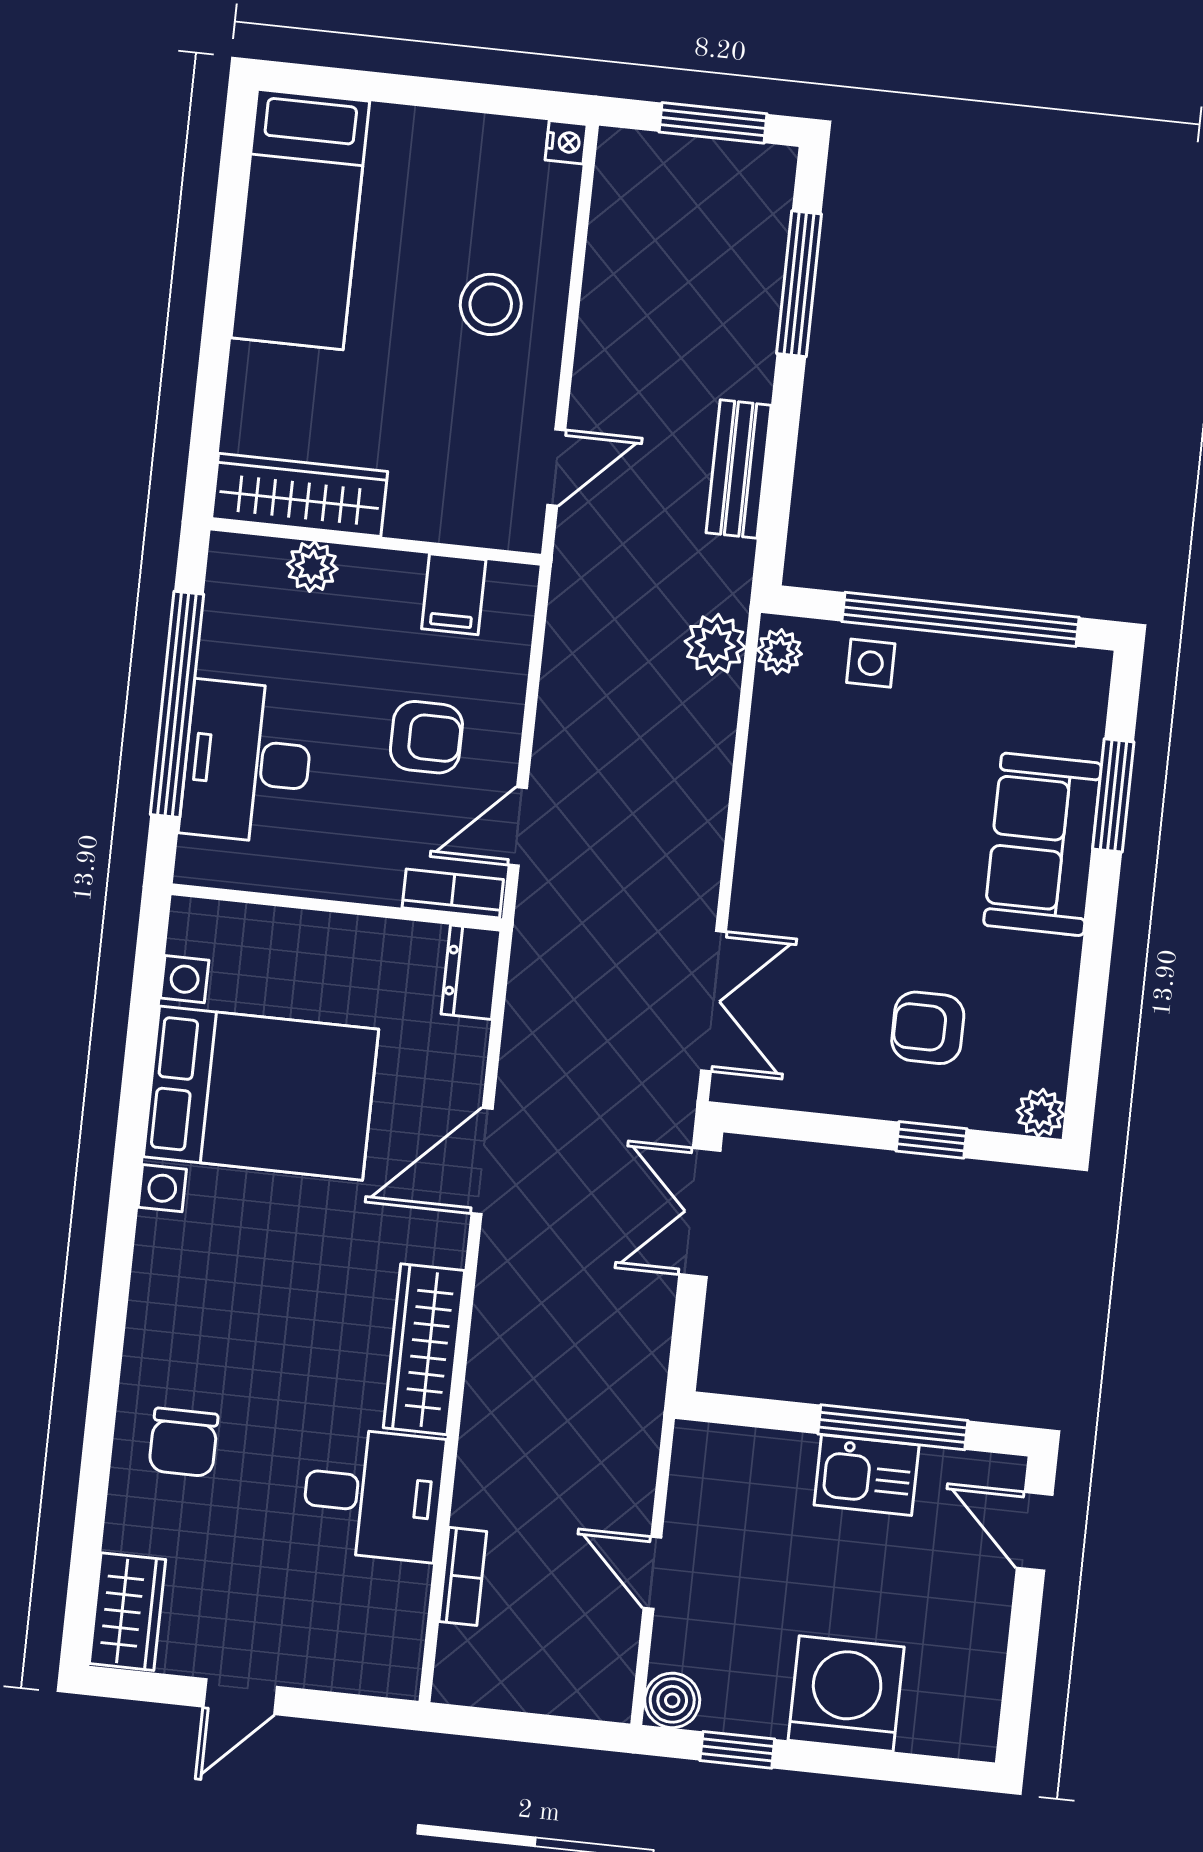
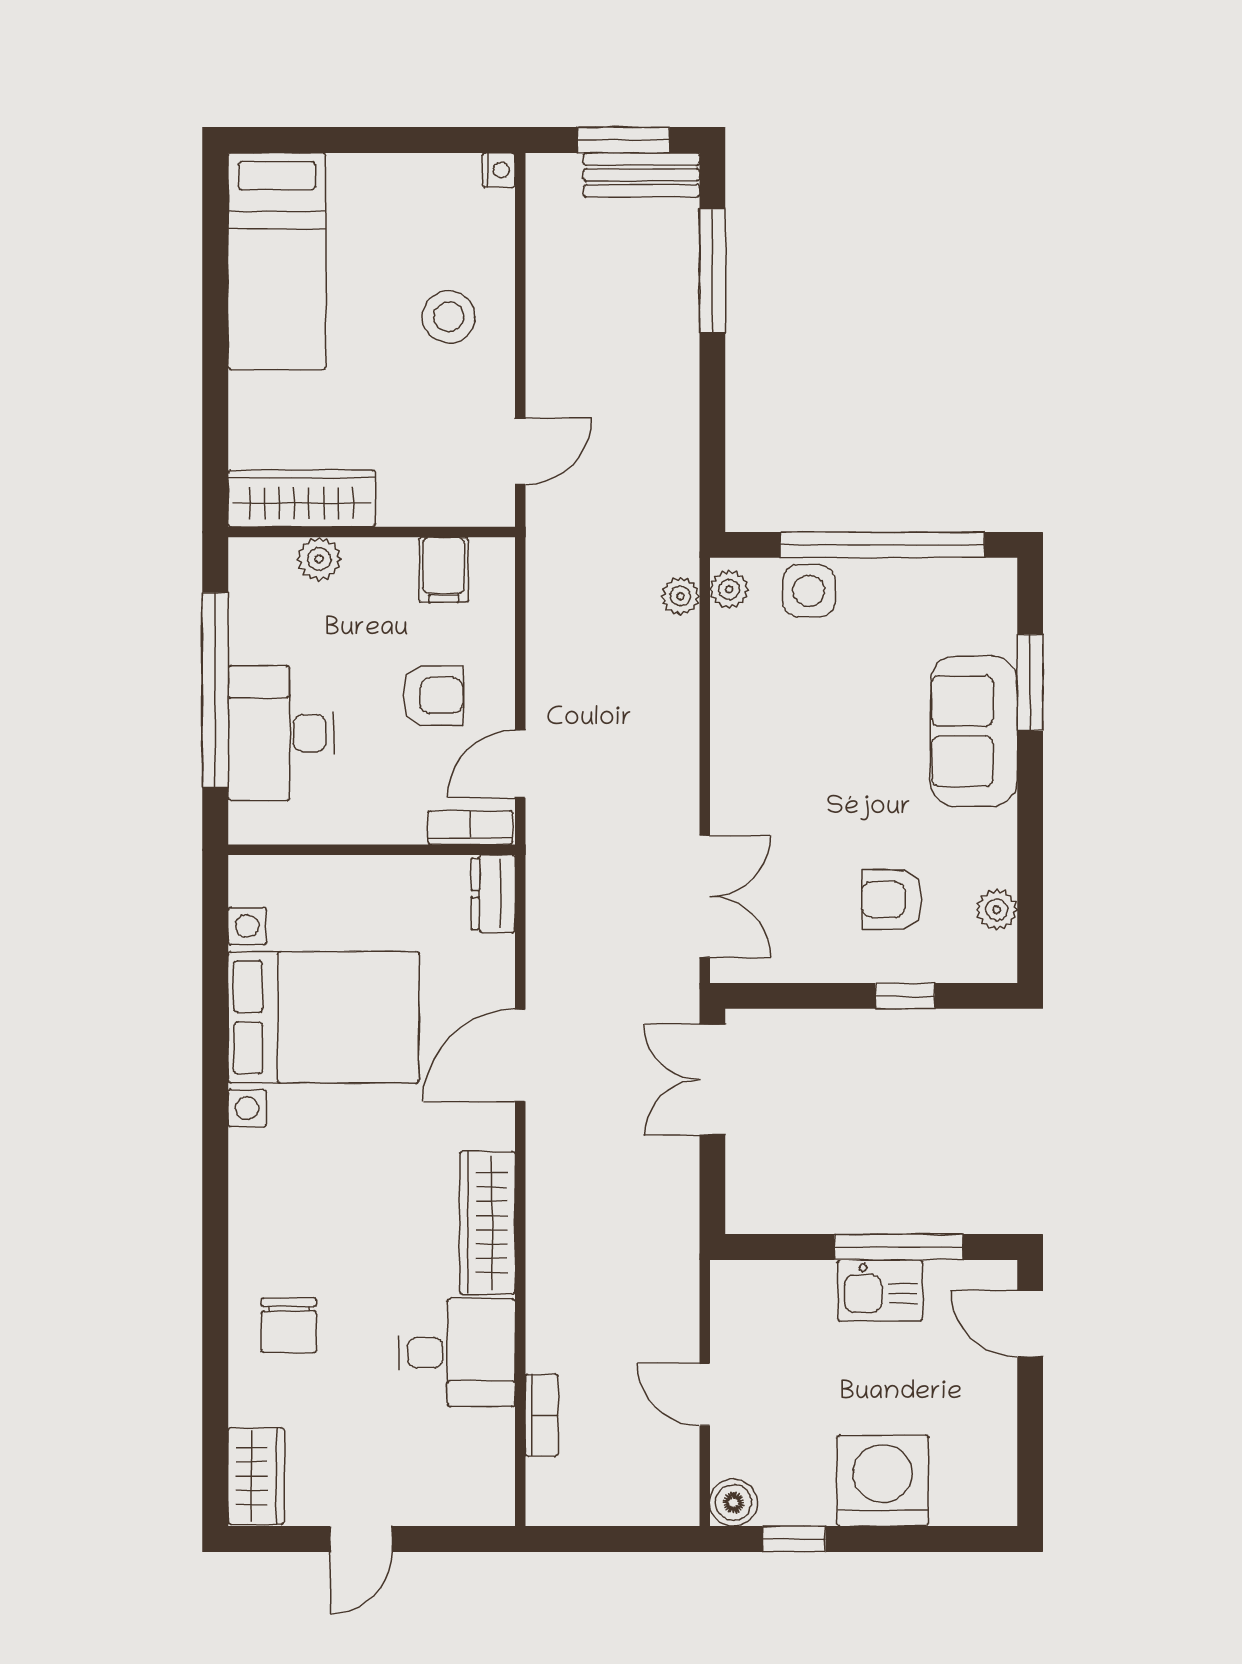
bench: (739, 469) -> (641, 175), moved, turned 90
plant: (715, 644) -> (680, 596), width x0.73, depth x0.73
side table: (871, 663) -> (809, 591), width x1.37, depth x1.37
plant: (1041, 1113) -> (997, 910), moved

